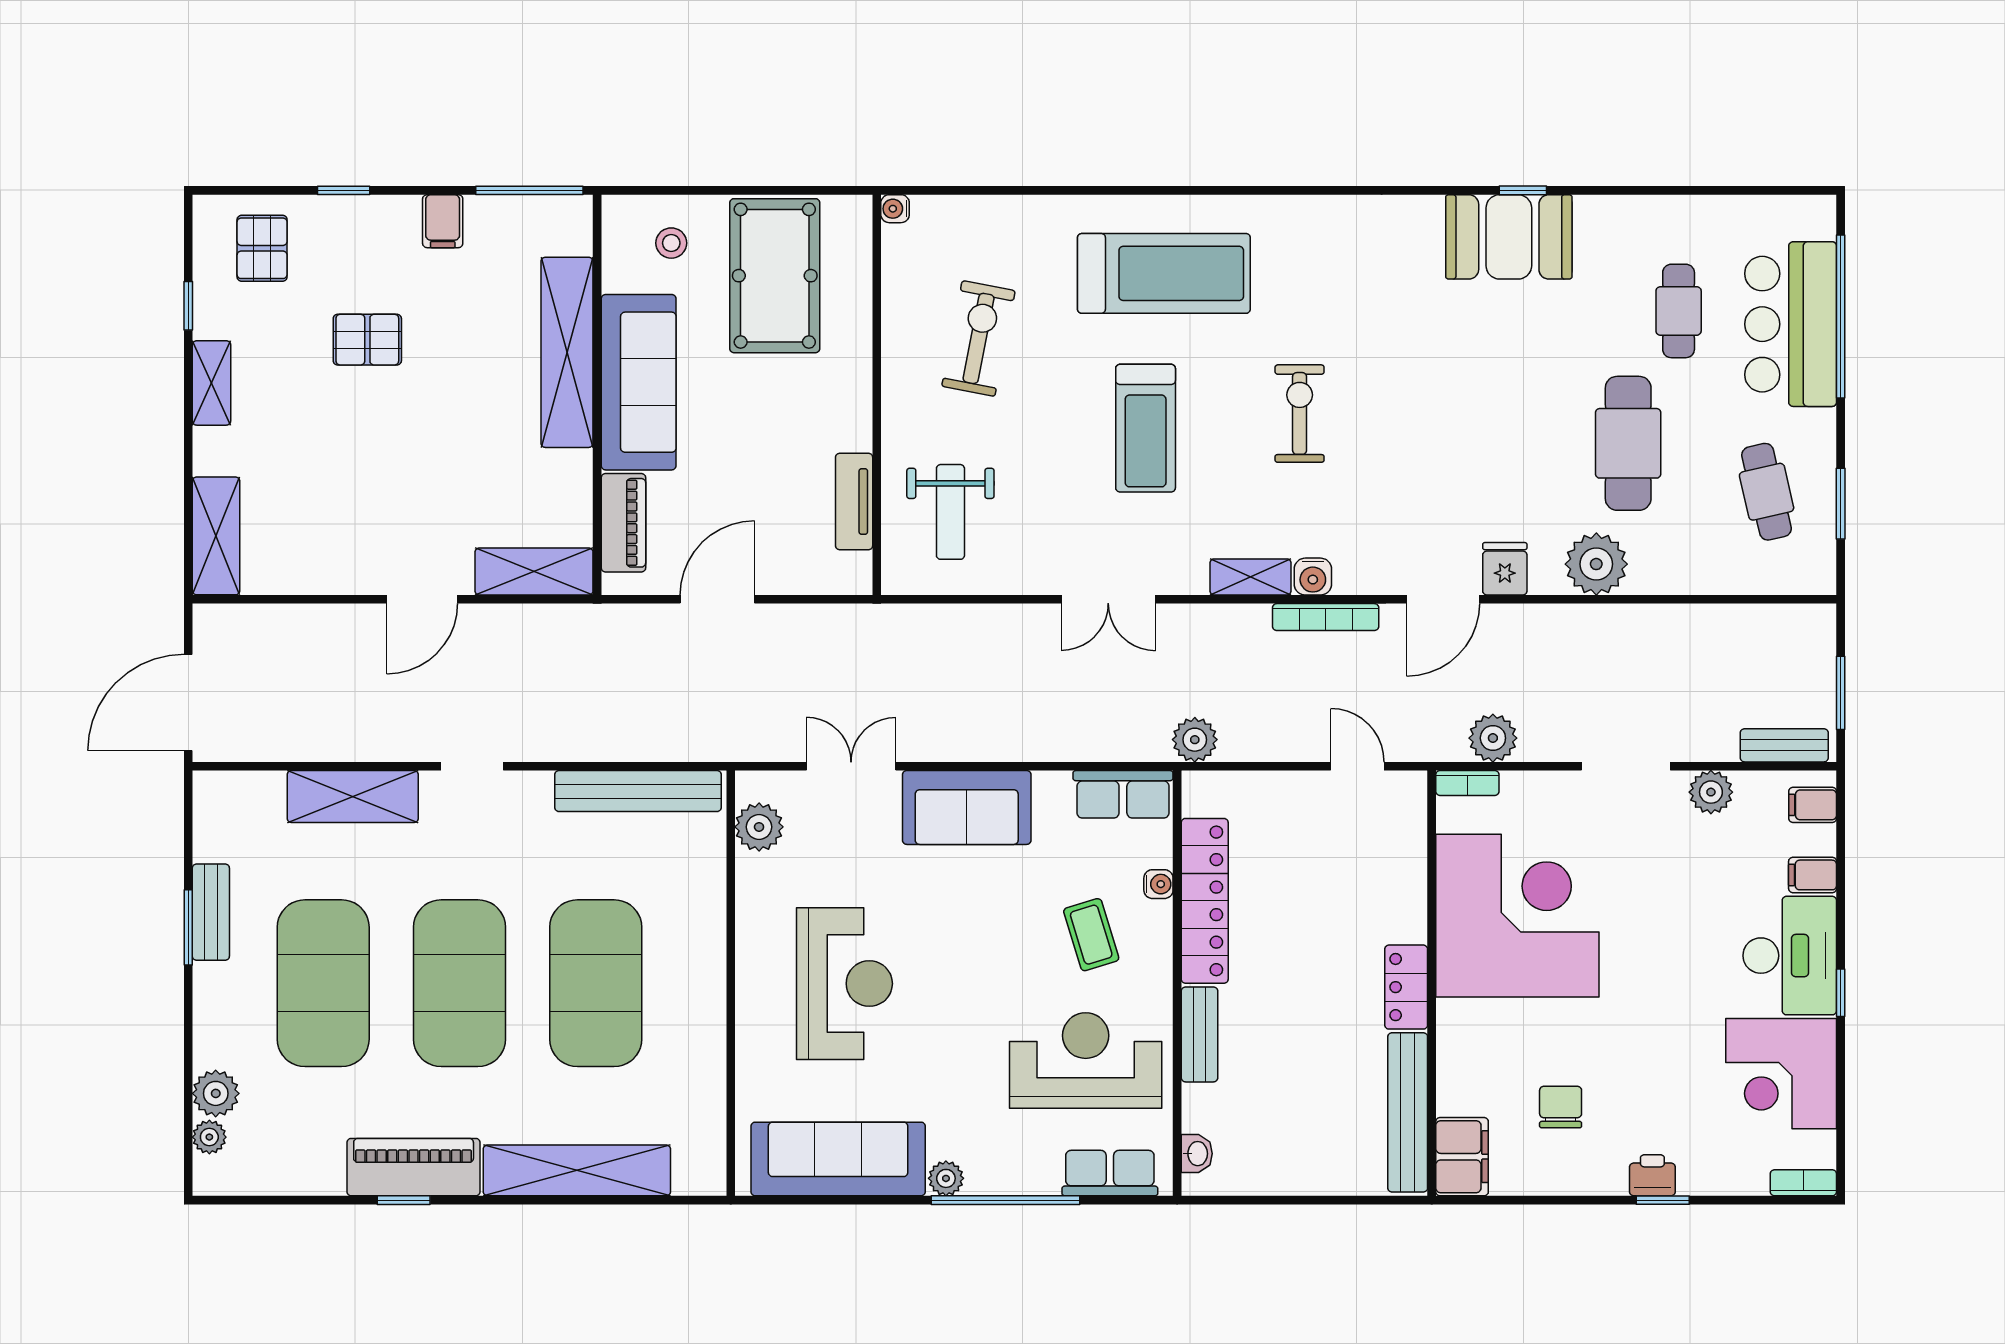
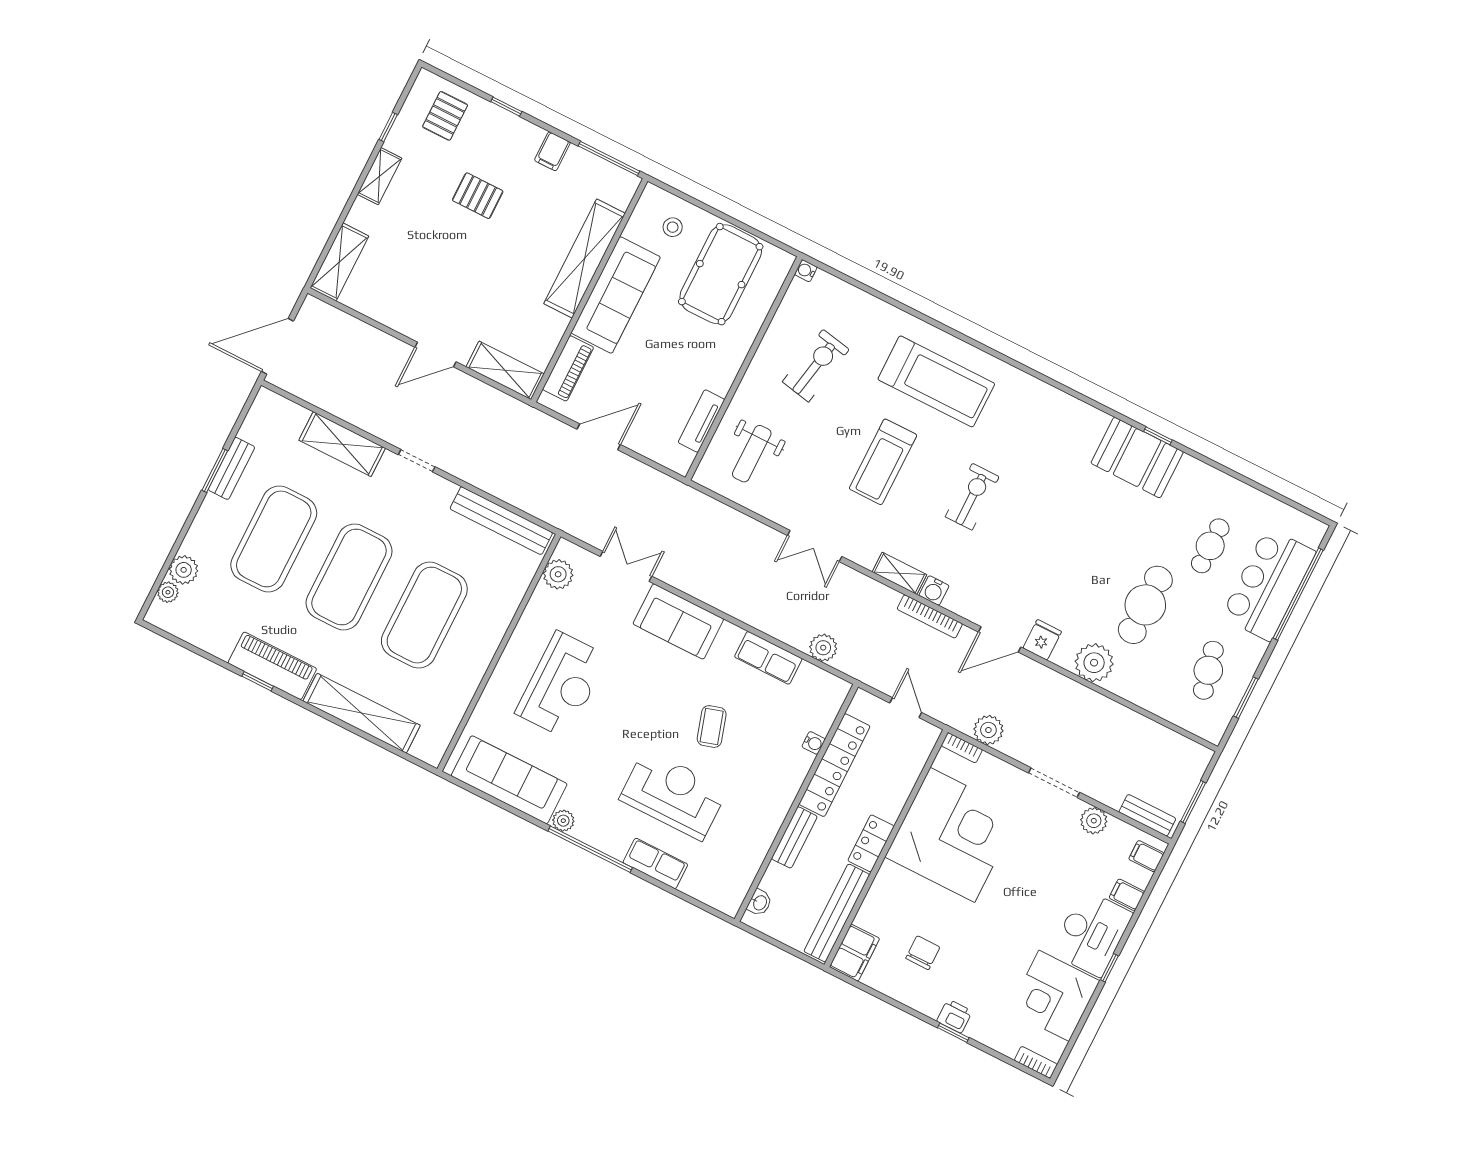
water cooler: (1158, 884) -> (814, 743), moved
locker: (1205, 901) -> (834, 765), moved
wall: (1177, 983) -> (796, 803), moved
bench: (1199, 1034) -> (794, 837), moved
washbasin: (1197, 1154) -> (760, 903), moved

